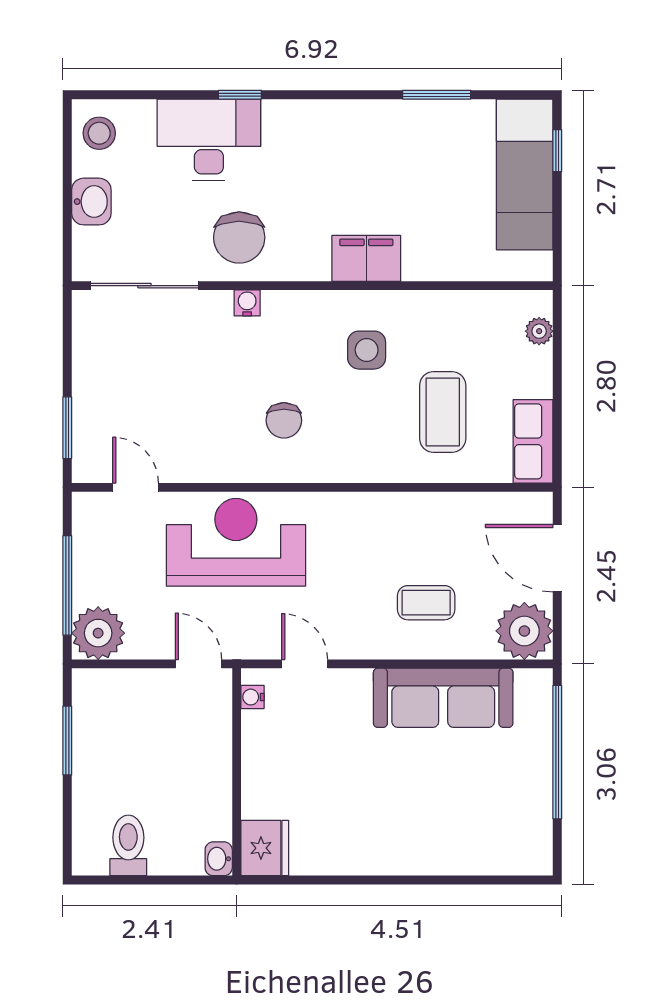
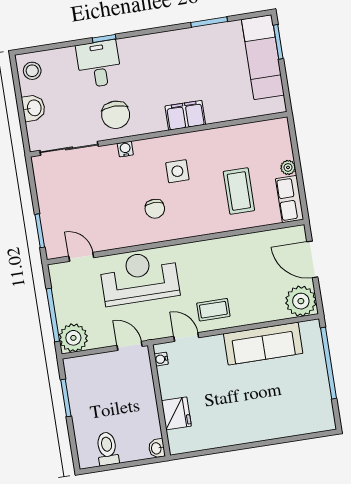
desk: (209, 140) -> (99, 64), width x0.73
window: (557, 151) -> (278, 42), width x1.50
plant: (539, 331) -> (288, 167), moved
side table: (367, 350) -> (177, 171), moved
coffee table: (426, 603) -> (213, 310), moved
fridge: (265, 848) -> (176, 413), moved

